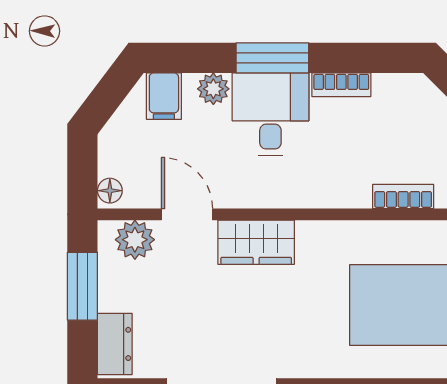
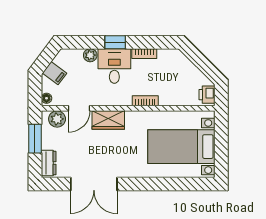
window: (272, 58) -> (115, 42), width x0.67
filing cabinet: (164, 96) -> (54, 73), moved, turned -53
bookcase: (403, 197) -> (145, 101), moved
door: (187, 214) -> (79, 108), swing flipped

